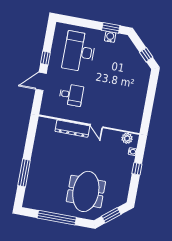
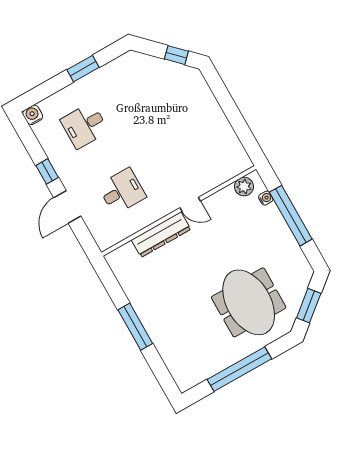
window: (111, 28) -> (83, 69), moved
water cooler: (110, 37) -> (33, 115), moved
desk: (79, 52) -> (84, 125), width x0.53, depth x0.77
window: (137, 169) -> (291, 216), width x3.17
window: (24, 173) -> (135, 327), moved

